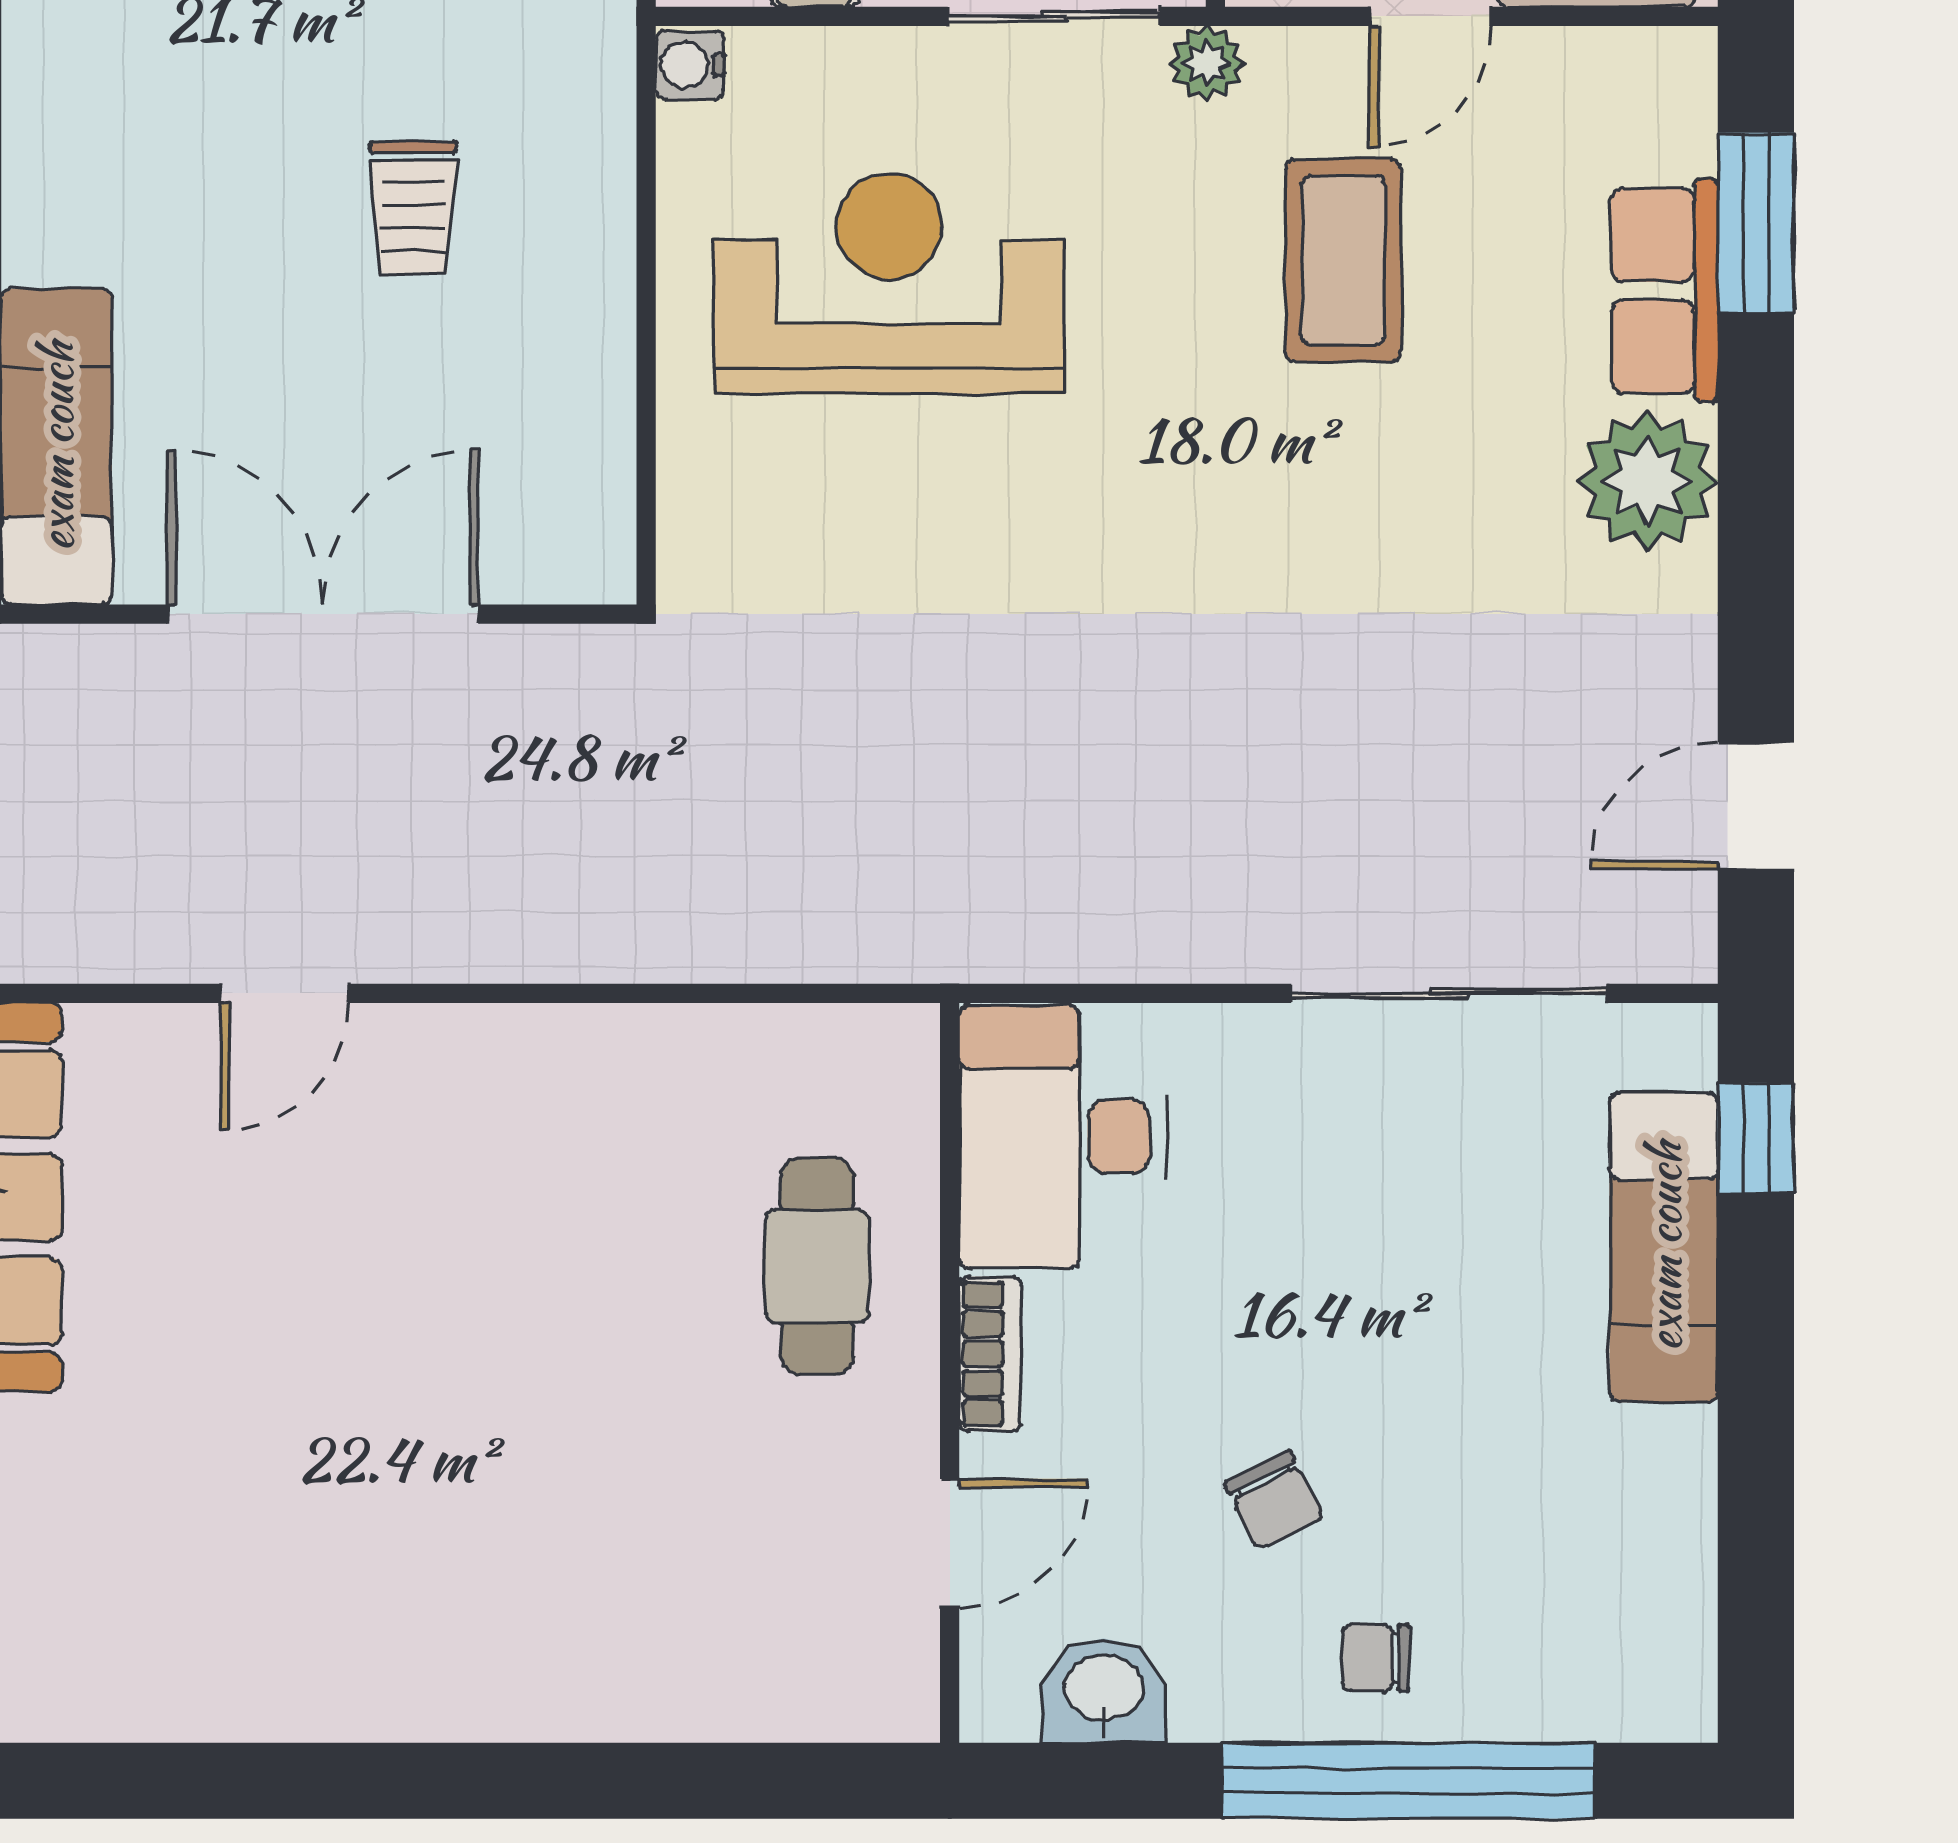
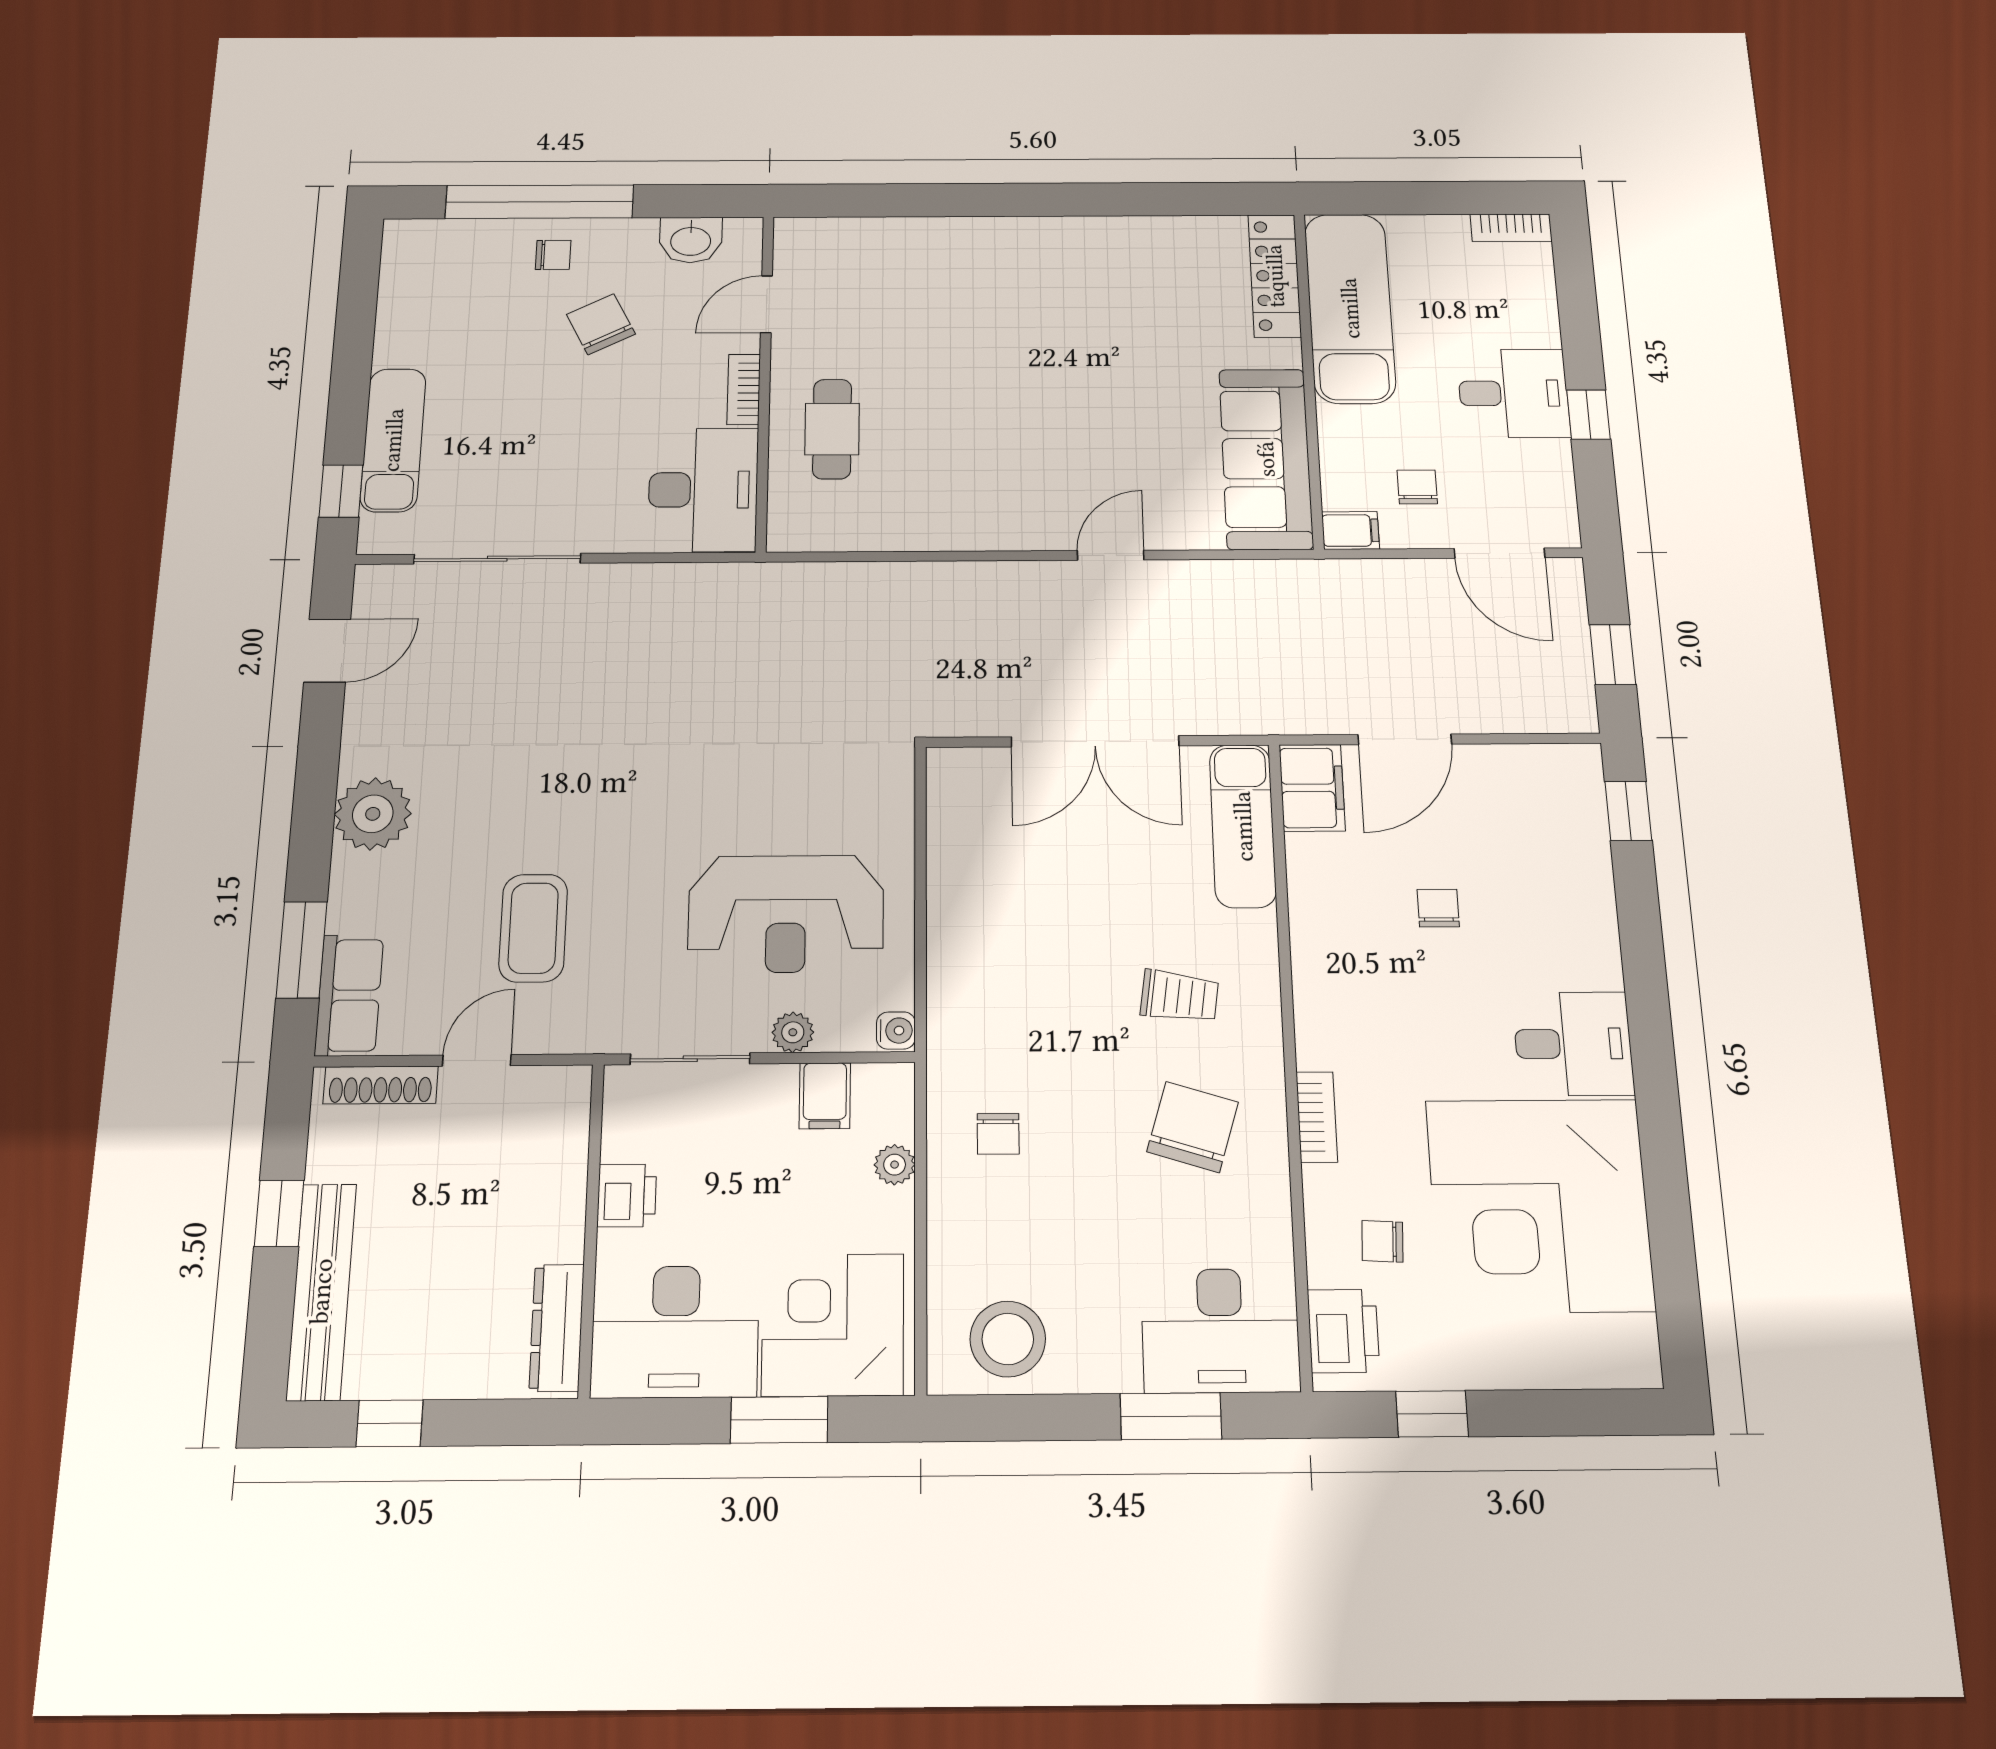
plant: (1207, 63) -> (793, 1032), moved
trolley: (413, 208) -> (1179, 996), moved, turned 98
row of seats: (1665, 291) -> (349, 995), moved
chair: (1274, 1500) -> (601, 324), width x1.37, depth x1.37

